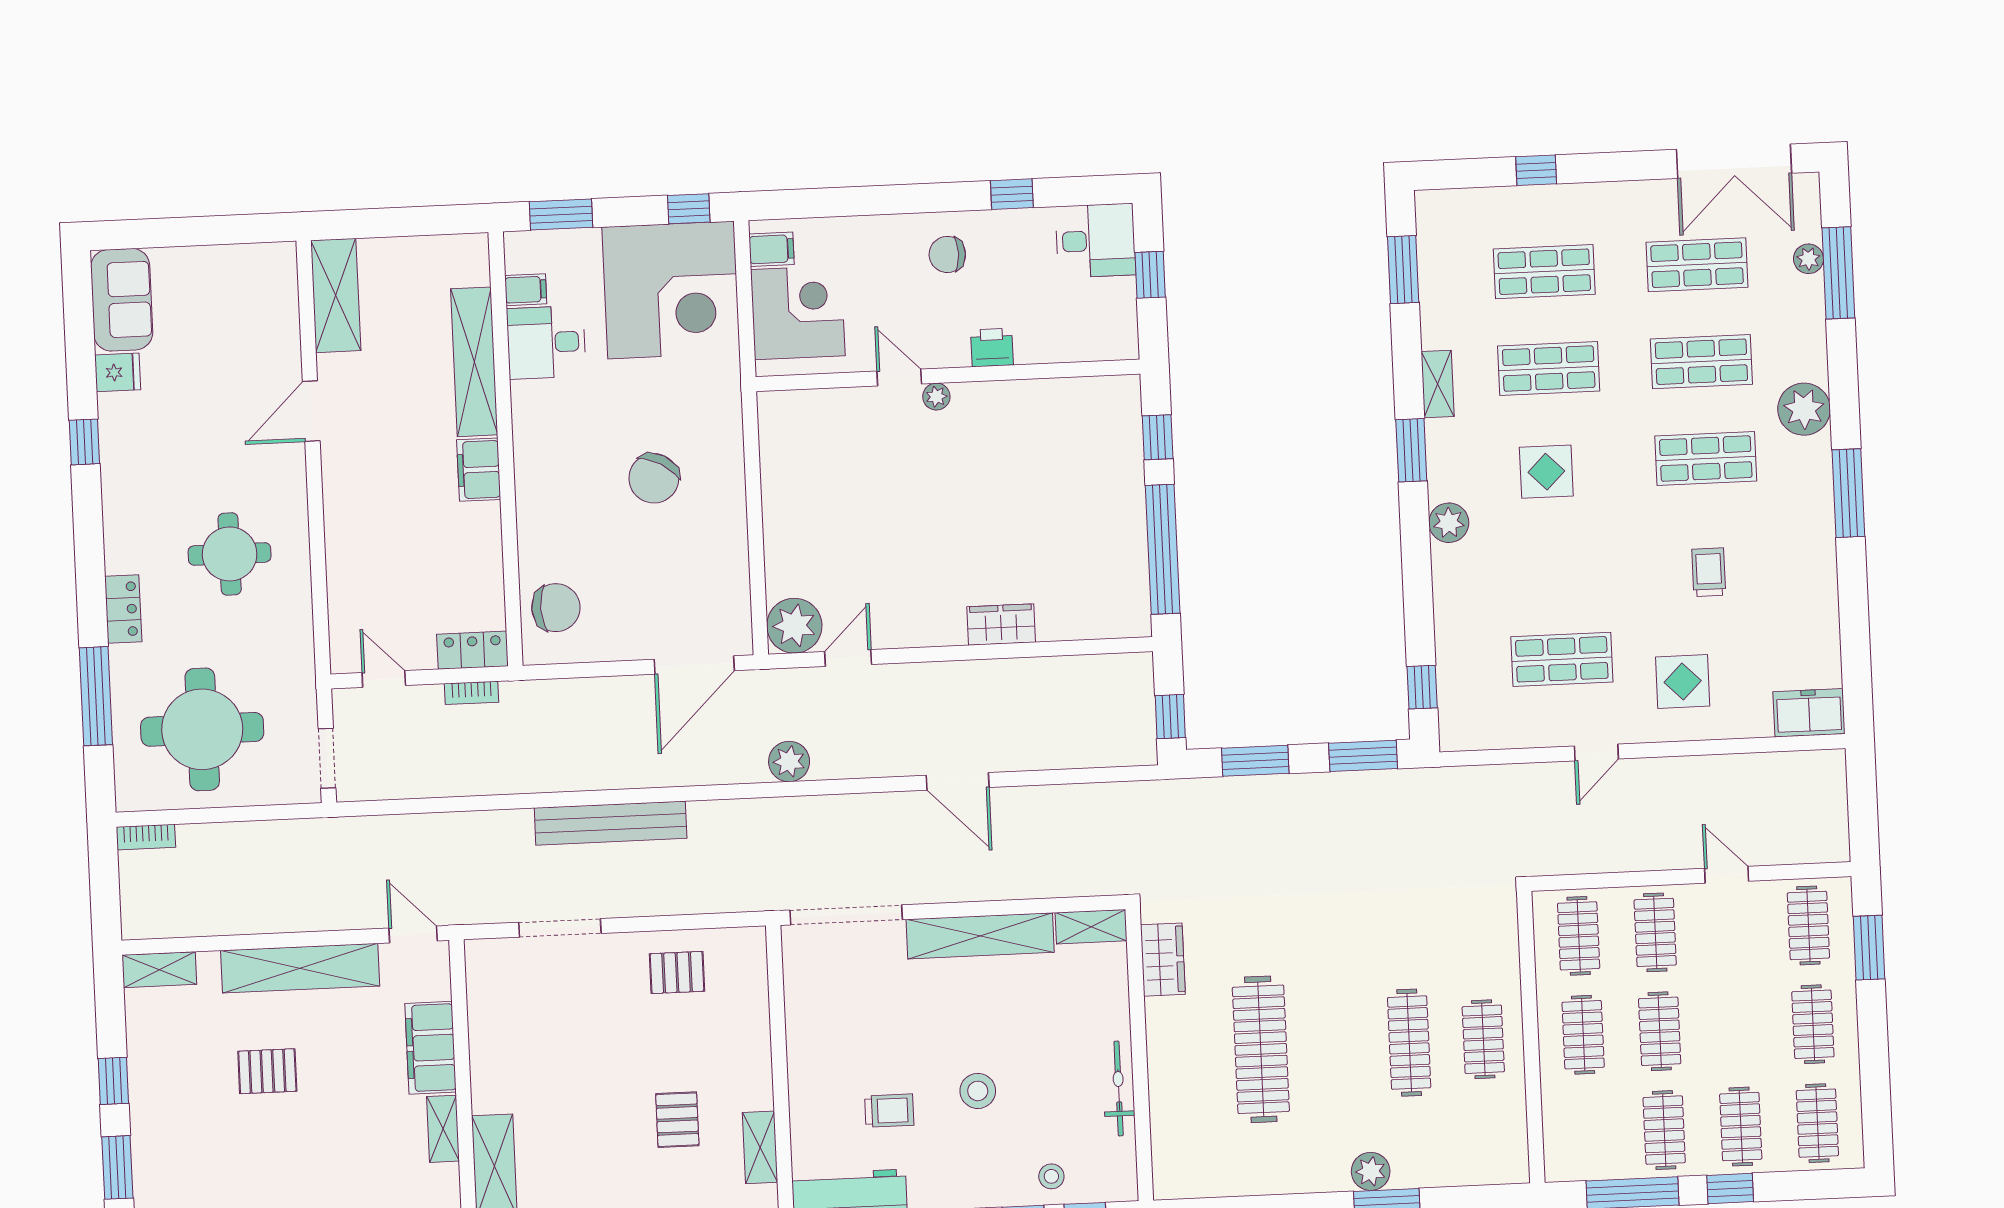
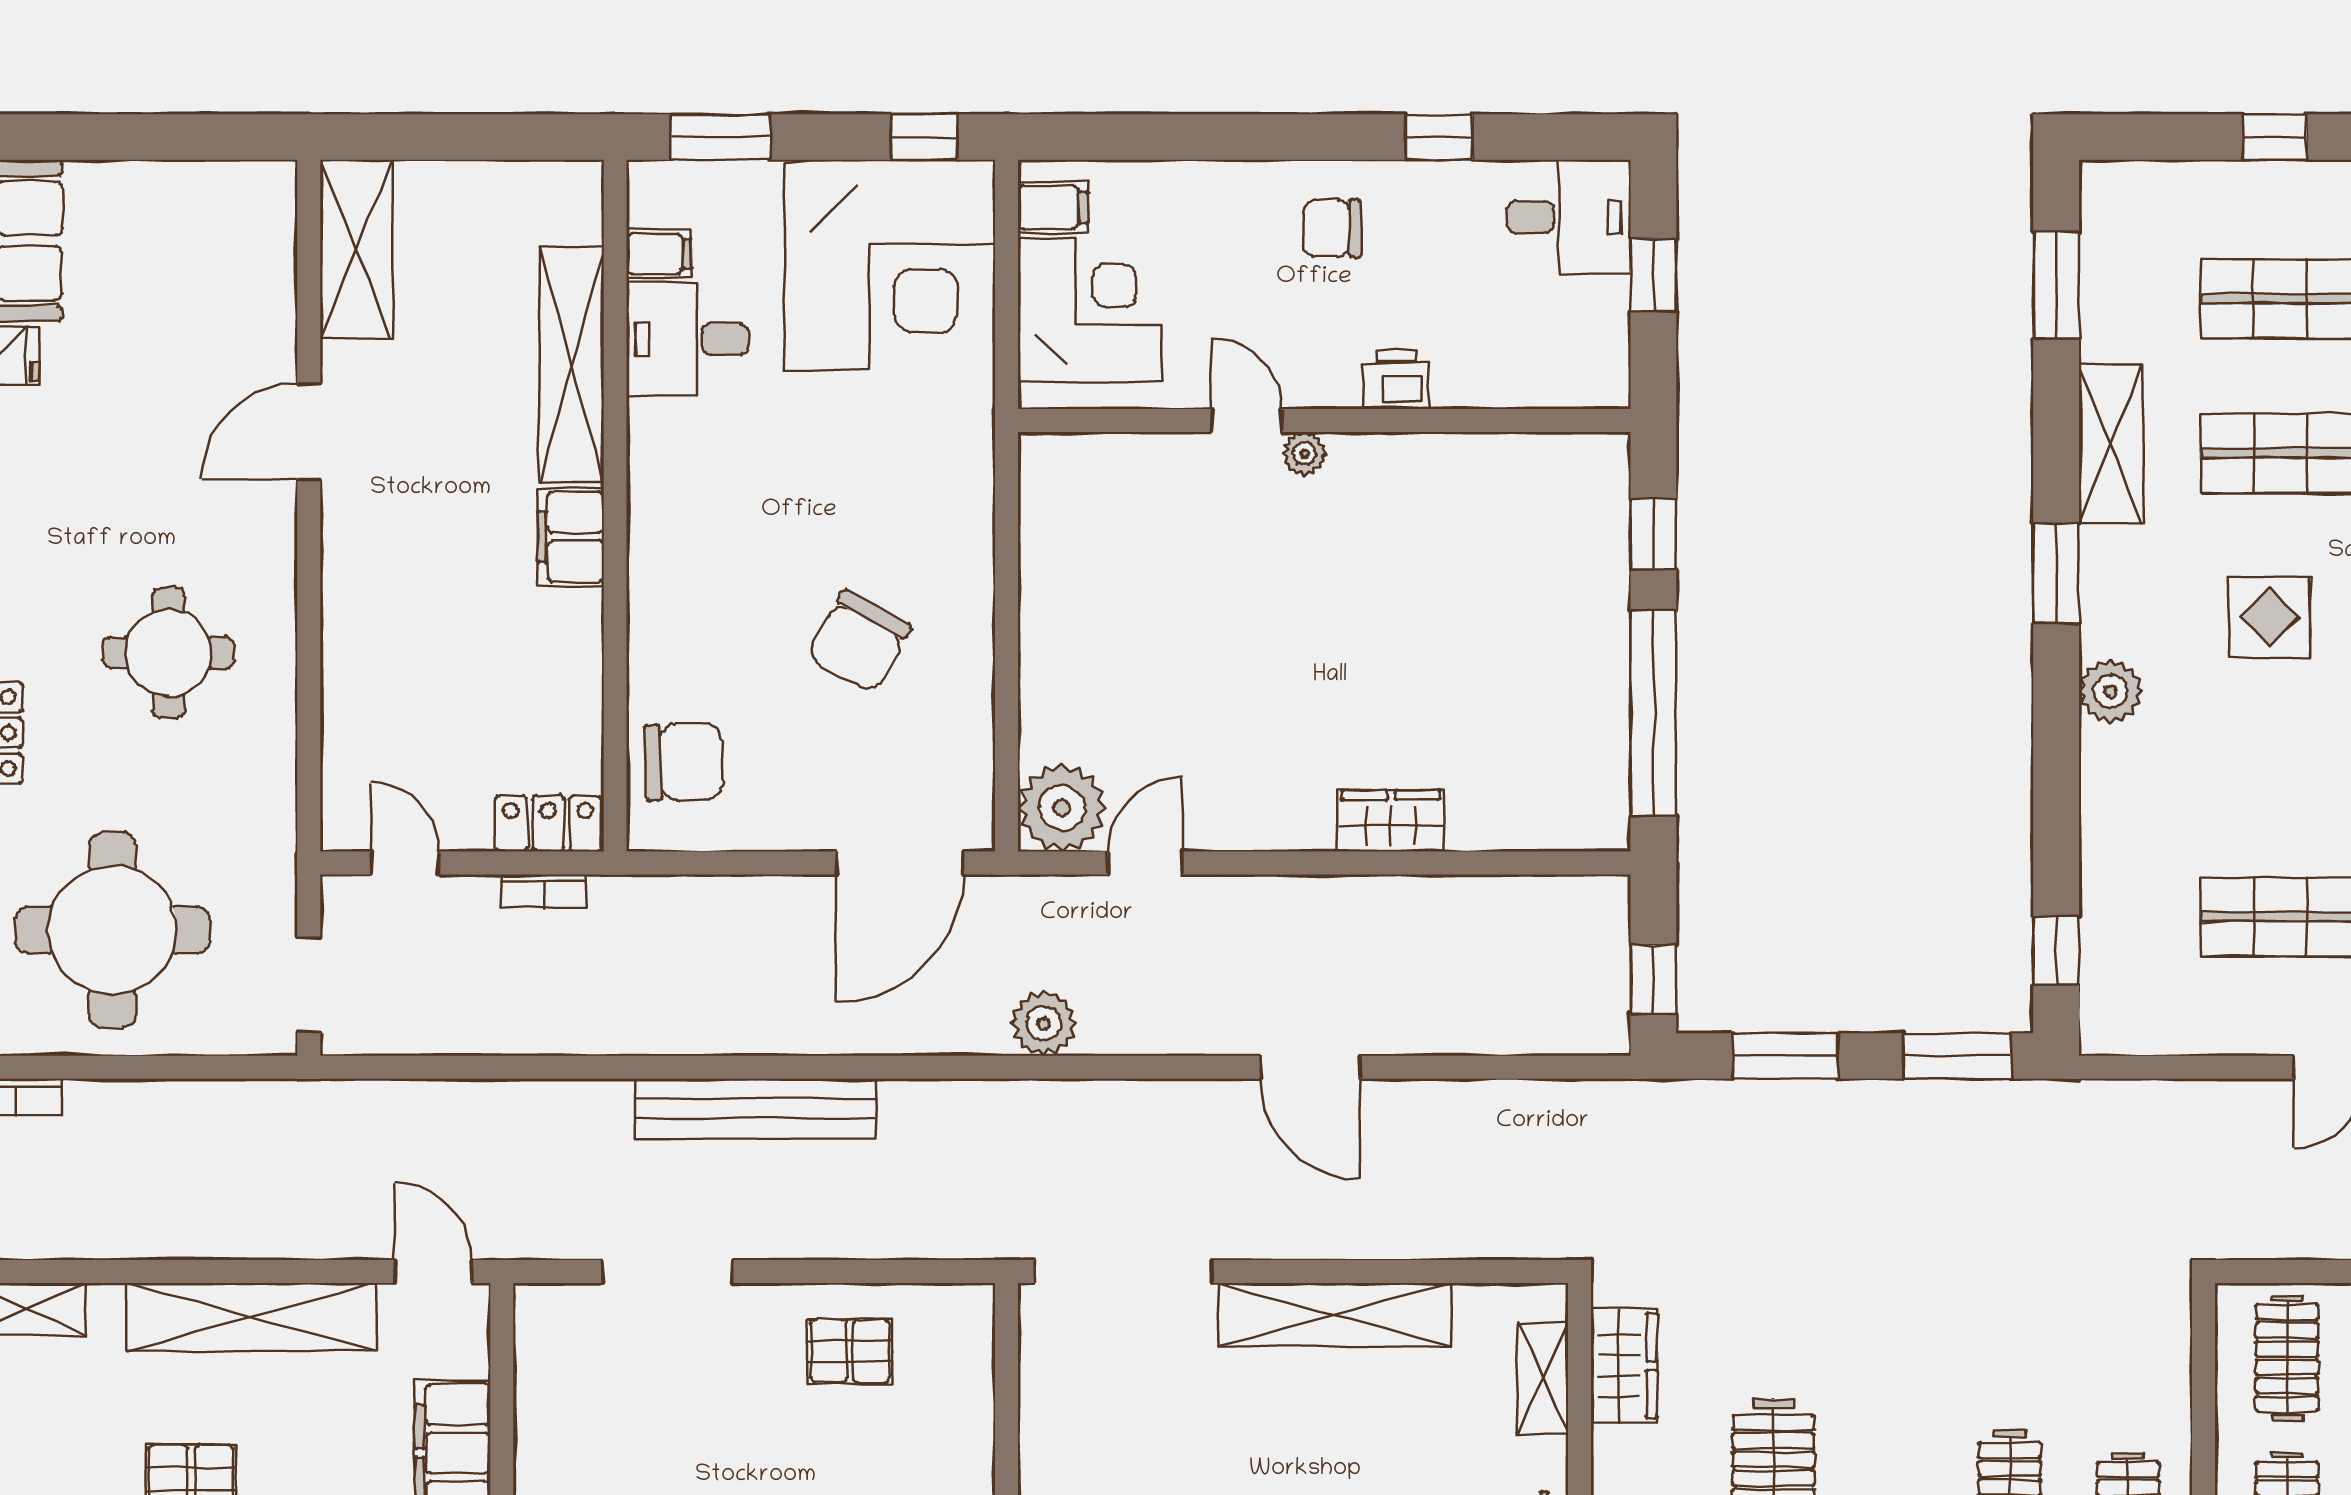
shelving: (1438, 384) -> (2111, 443), width x1.50, depth x1.33
chair: (654, 478) -> (859, 642), moved
shelving: (1091, 927) -> (1543, 1378), moved, turned 90

